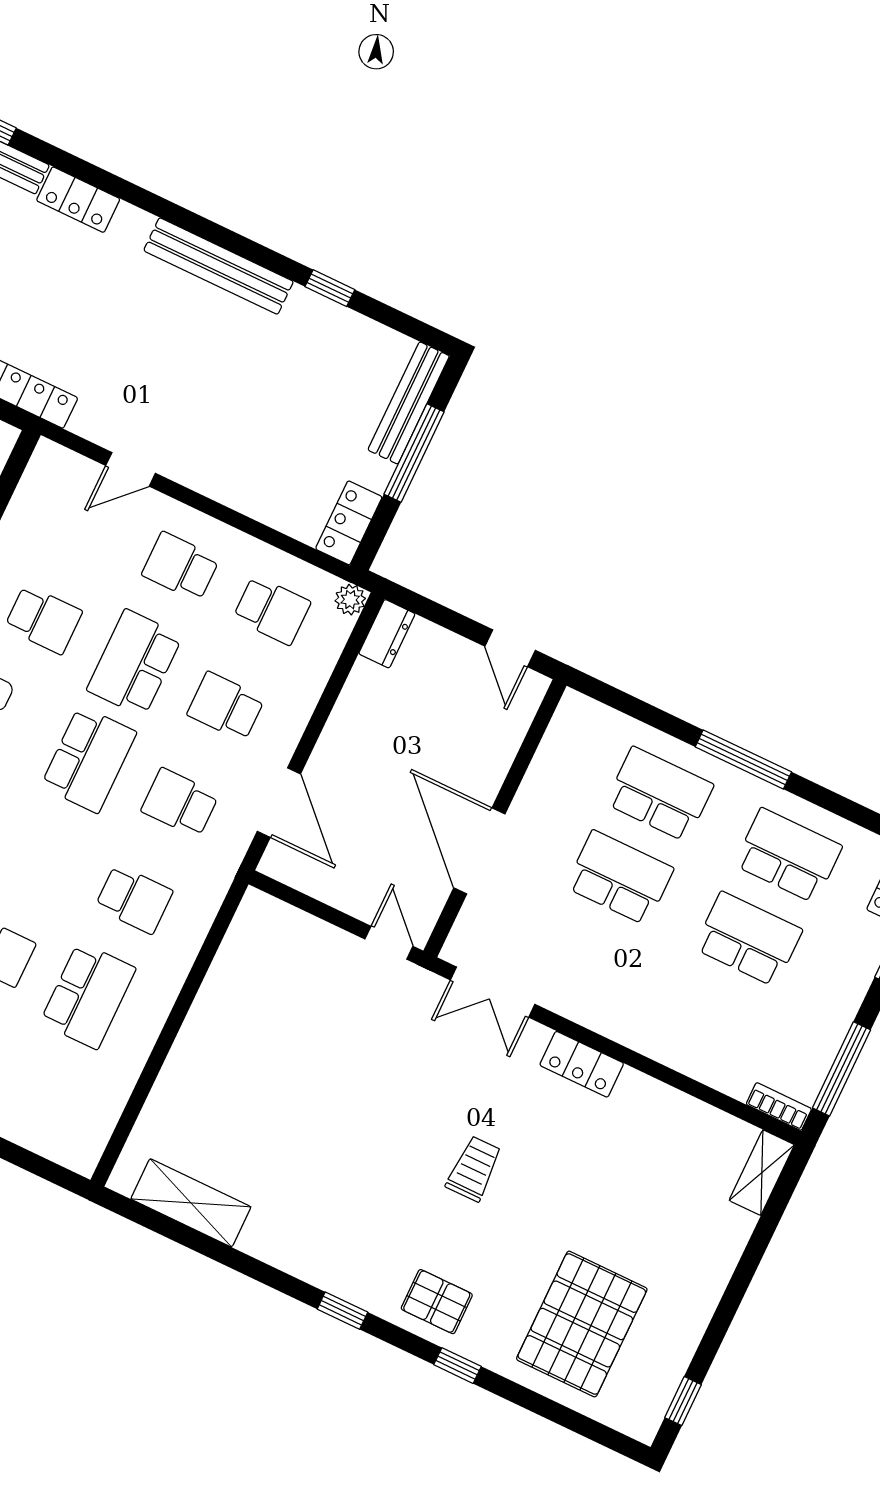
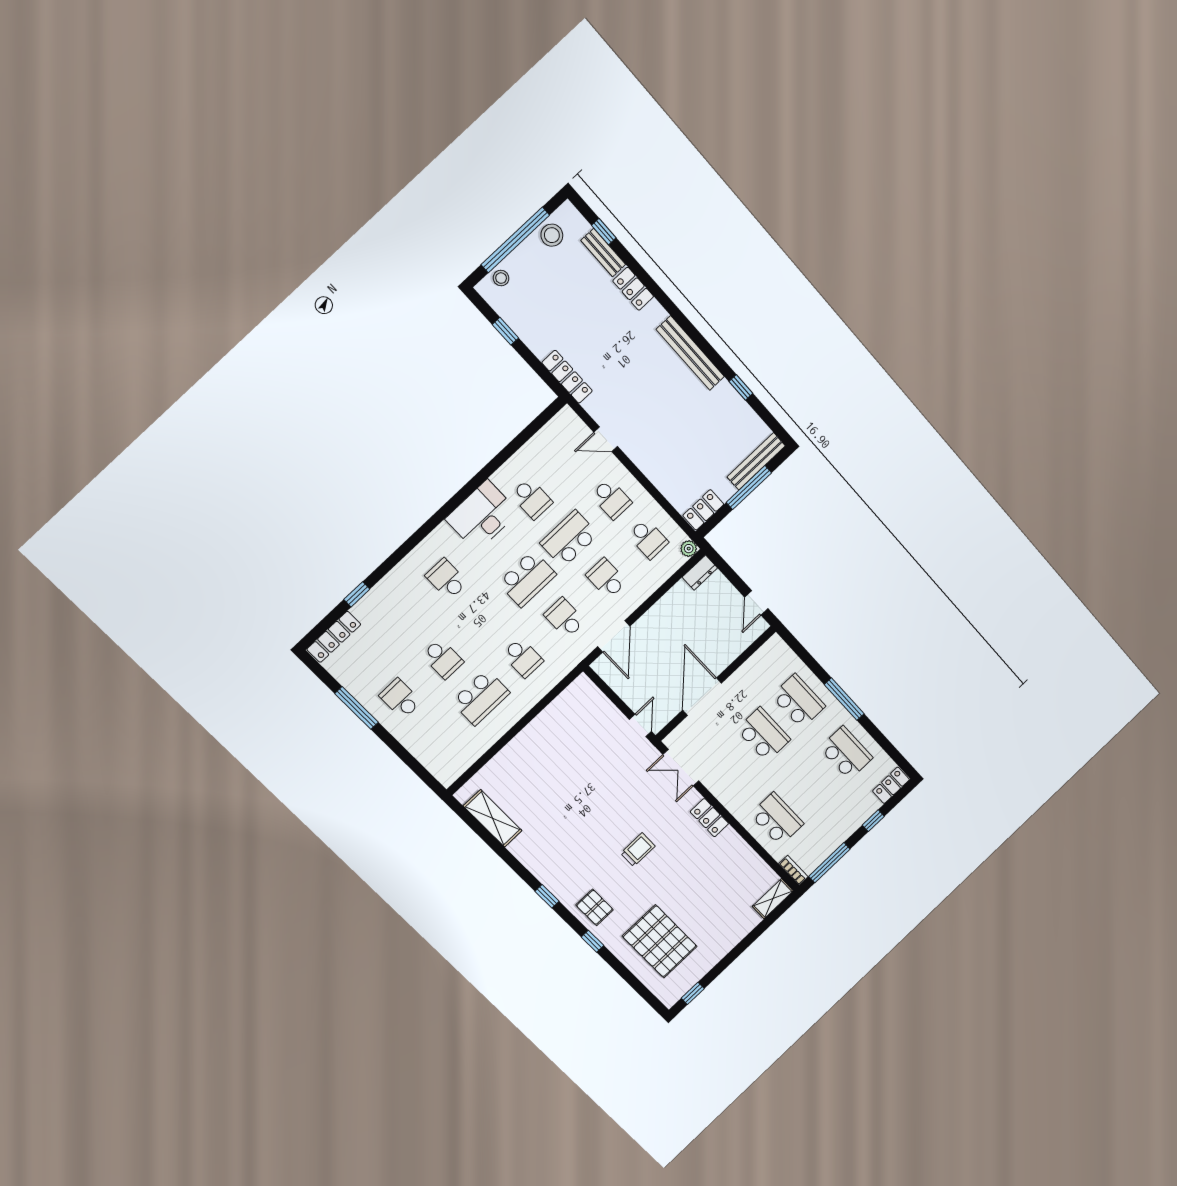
school desk: (181, 567) -> (611, 499), turned 180
school desk: (748, 939) -> (777, 819), moved
pallet: (582, 1324) -> (660, 941), turned 90

